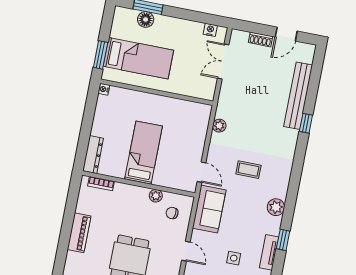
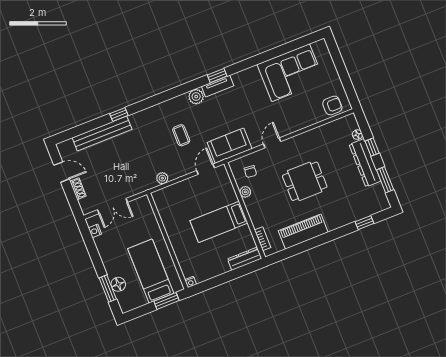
piano: (79, 233) -> (303, 232), width x1.37, depth x1.33
tv unit: (269, 252) -> (218, 86), moved
side table: (234, 258) -> (254, 104), removed

